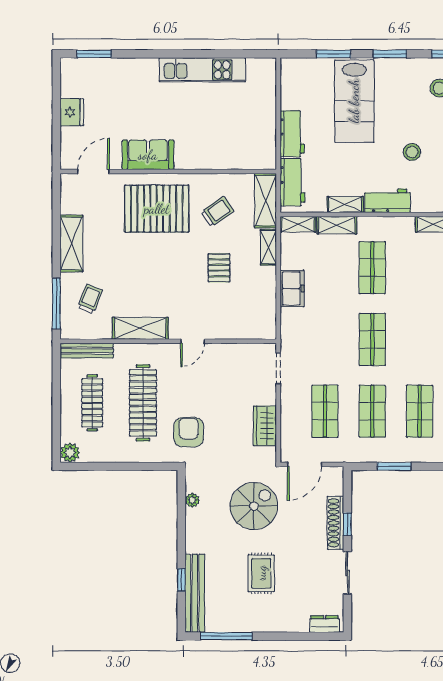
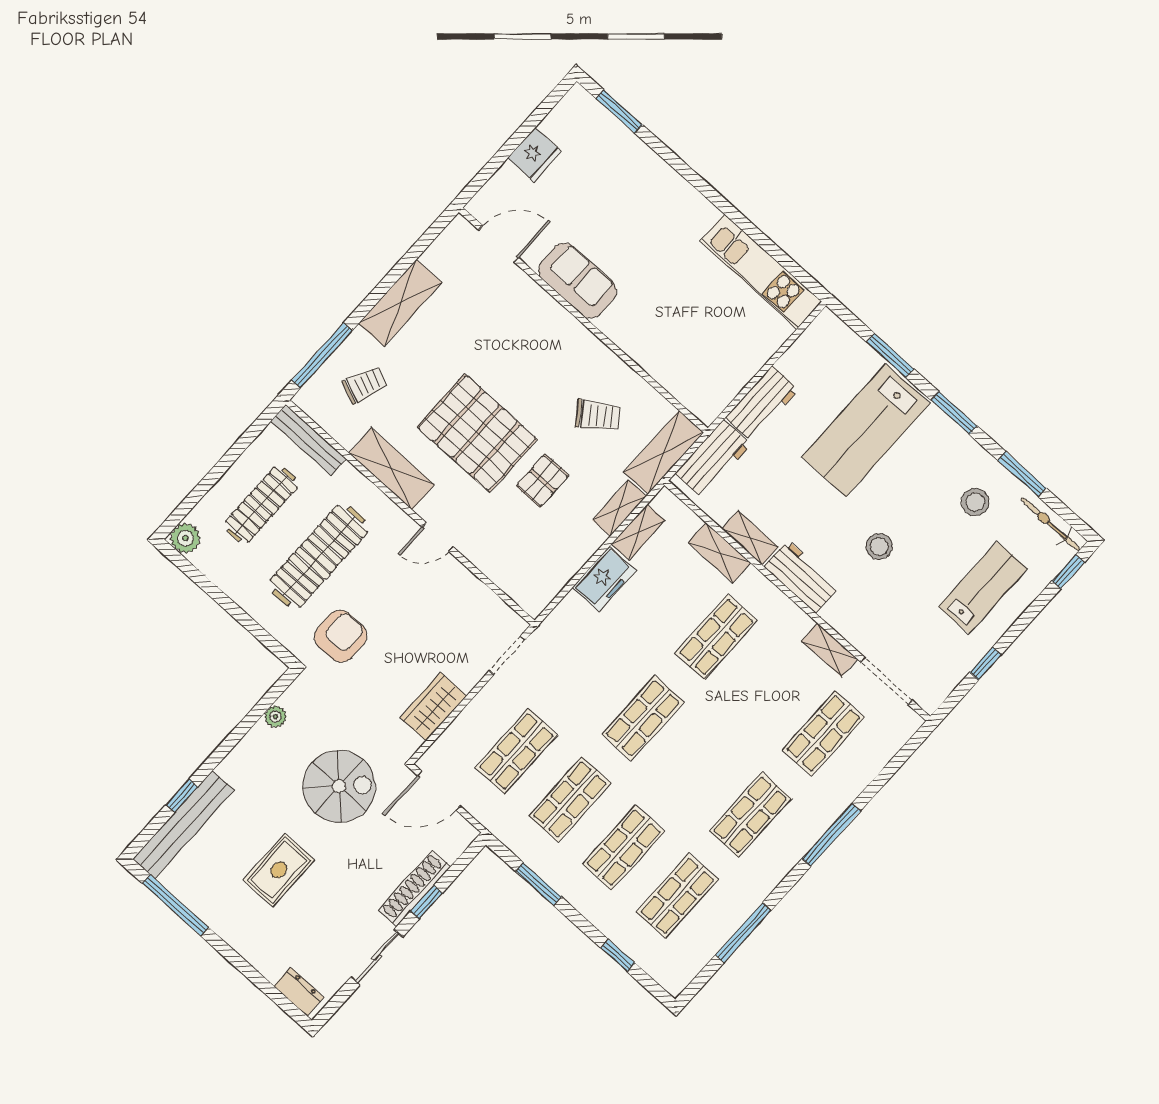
kitchen unit: (202, 70) -> (761, 271), moved
pallet: (157, 209) -> (477, 433), moved
shelving: (298, 224) -> (638, 532), moved, turned 90

